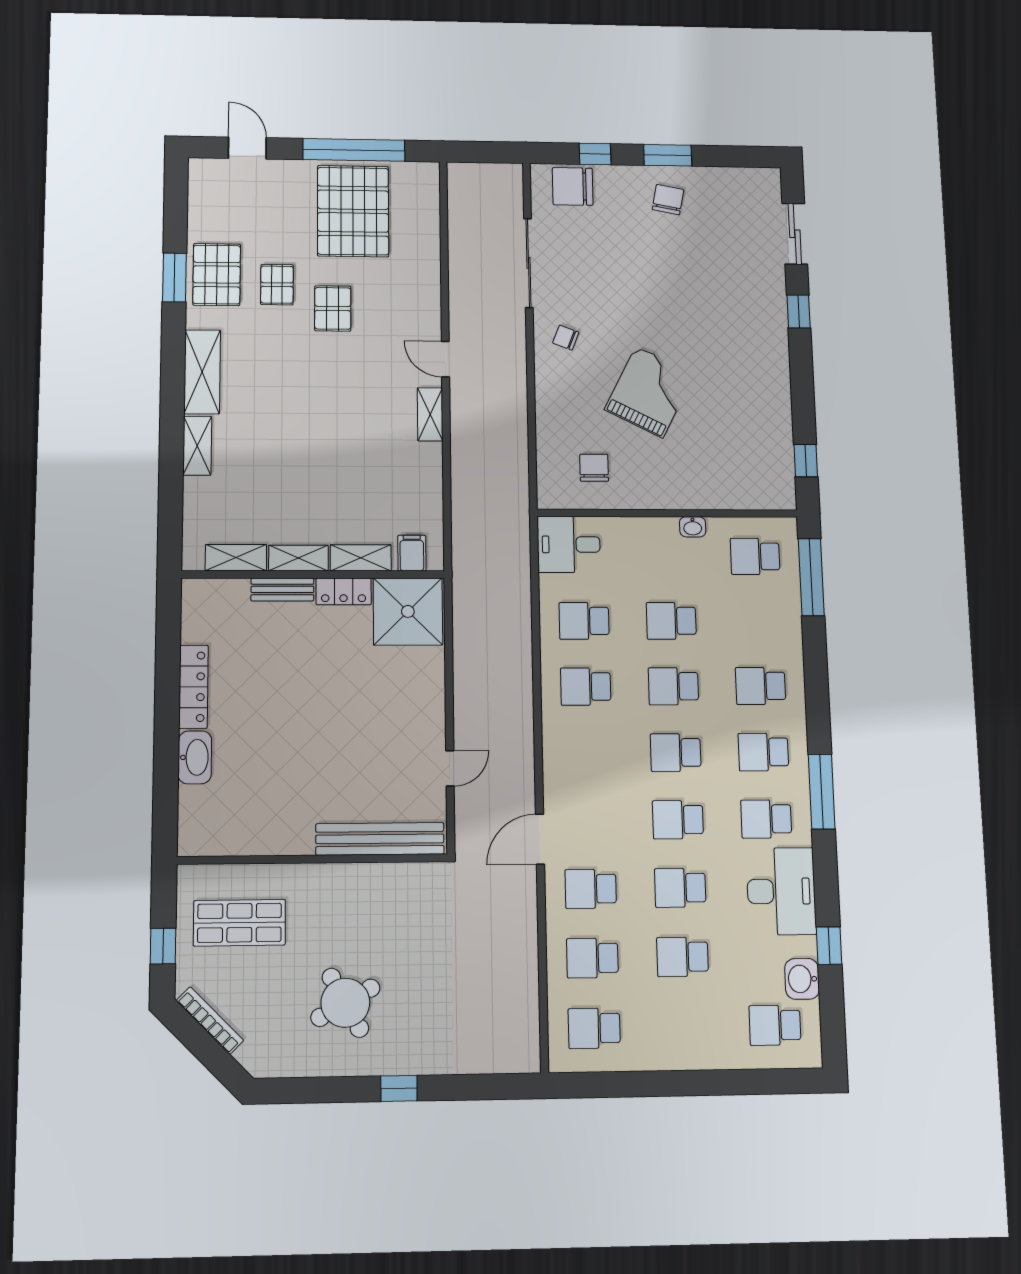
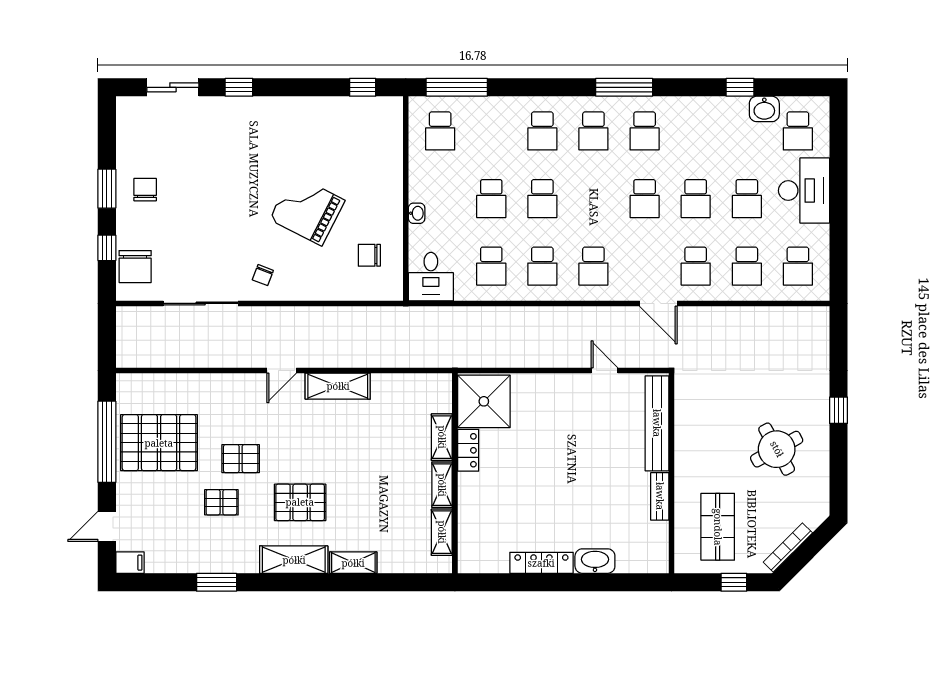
chair: (668, 200) -> (145, 190), turned 79
pallet: (217, 275) -> (300, 502), moved
shelving: (430, 414) -> (338, 386), width x1.50, depth x1.33
washbasin: (693, 527) -> (417, 213), moved
filing cabinet: (412, 553) -> (130, 563), moved, turned 180
bench: (282, 589) -> (660, 496), moved
school desk: (676, 753) -> (593, 266), moved
desk: (781, 891) -> (804, 191), moved, turned 90

